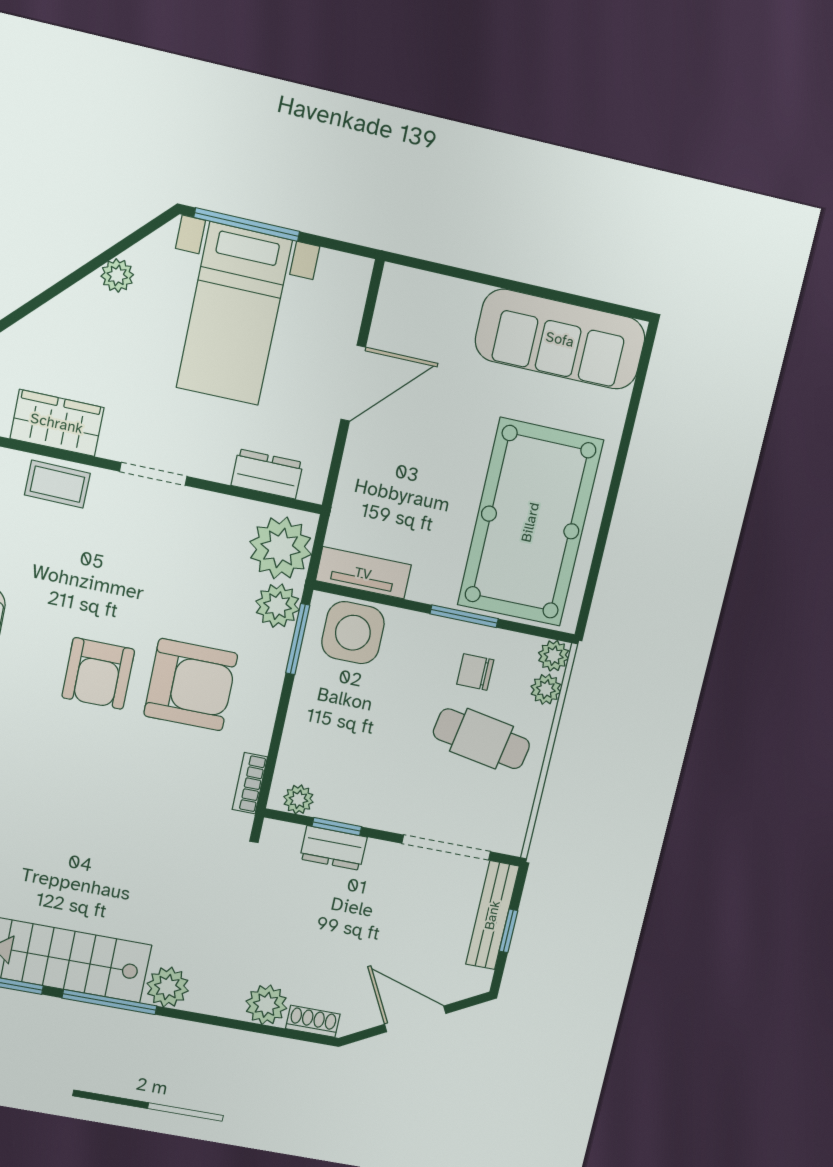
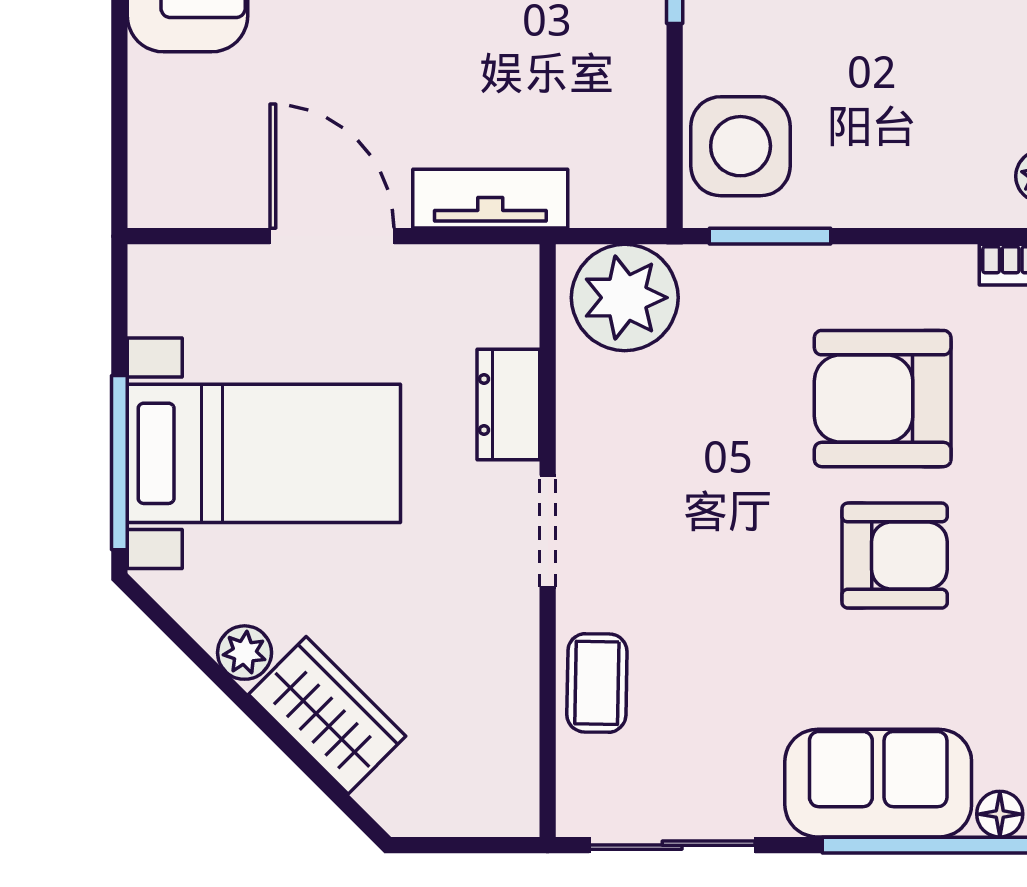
wardrobe: (57, 423) -> (327, 715), moved, turned 135
dresser: (267, 474) -> (508, 404), moved
tv unit: (363, 573) -> (490, 199), moved, turned 90
plant: (278, 606) -> (721, 282), removed
armchair: (191, 685) -> (883, 399), turned -90

